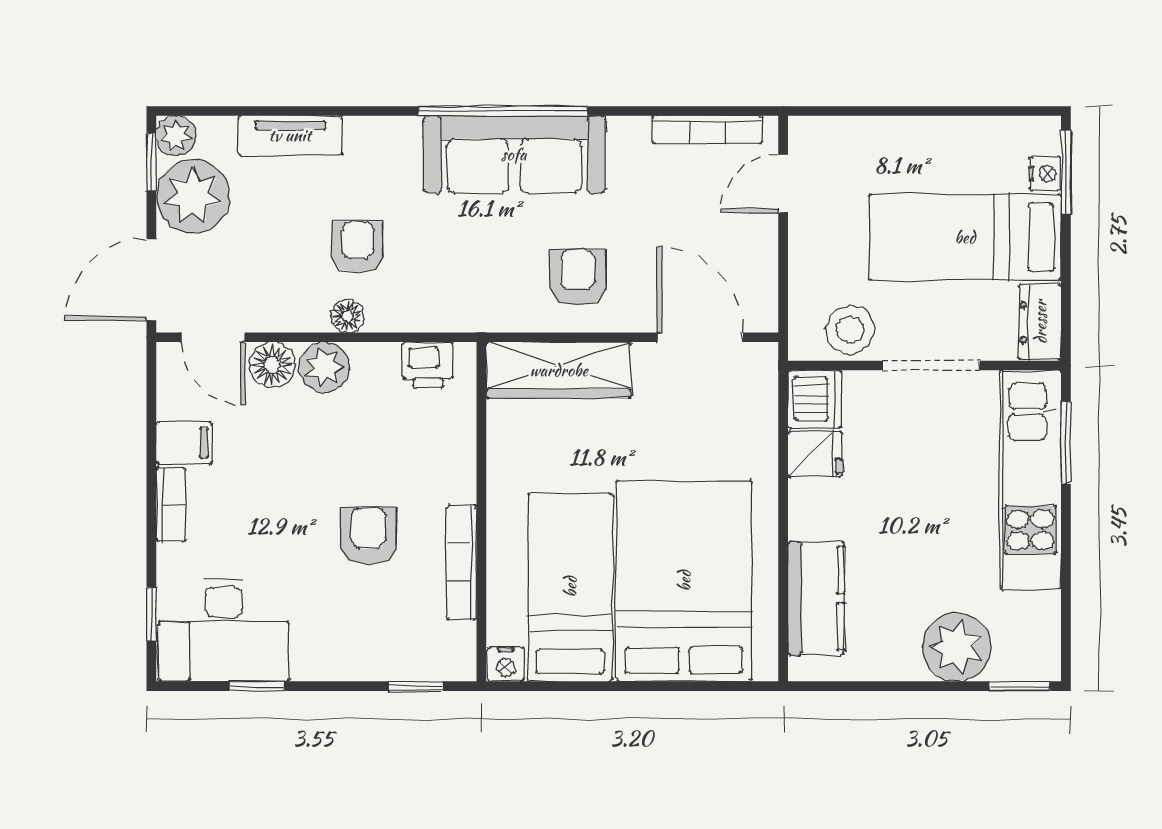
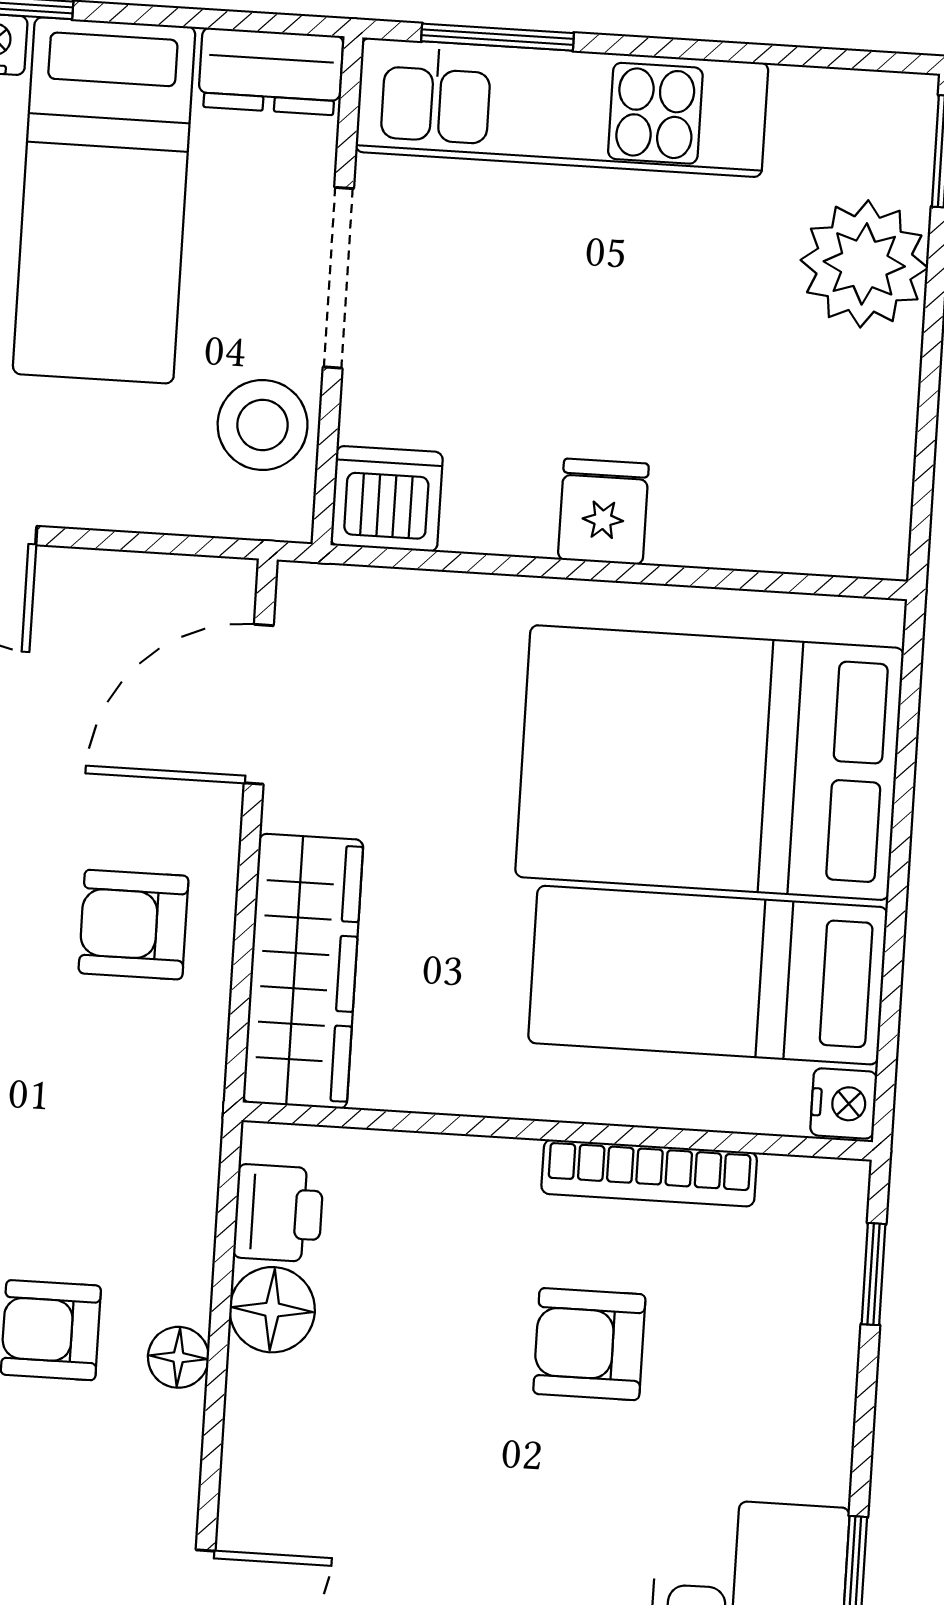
floor lamp: (272, 365) -> (272, 1310), moved
plant: (324, 367) -> (270, 1406), removed
fridge: (815, 454) -> (603, 512), moved
kitchen counter: (816, 598) -> (757, 520), removed

